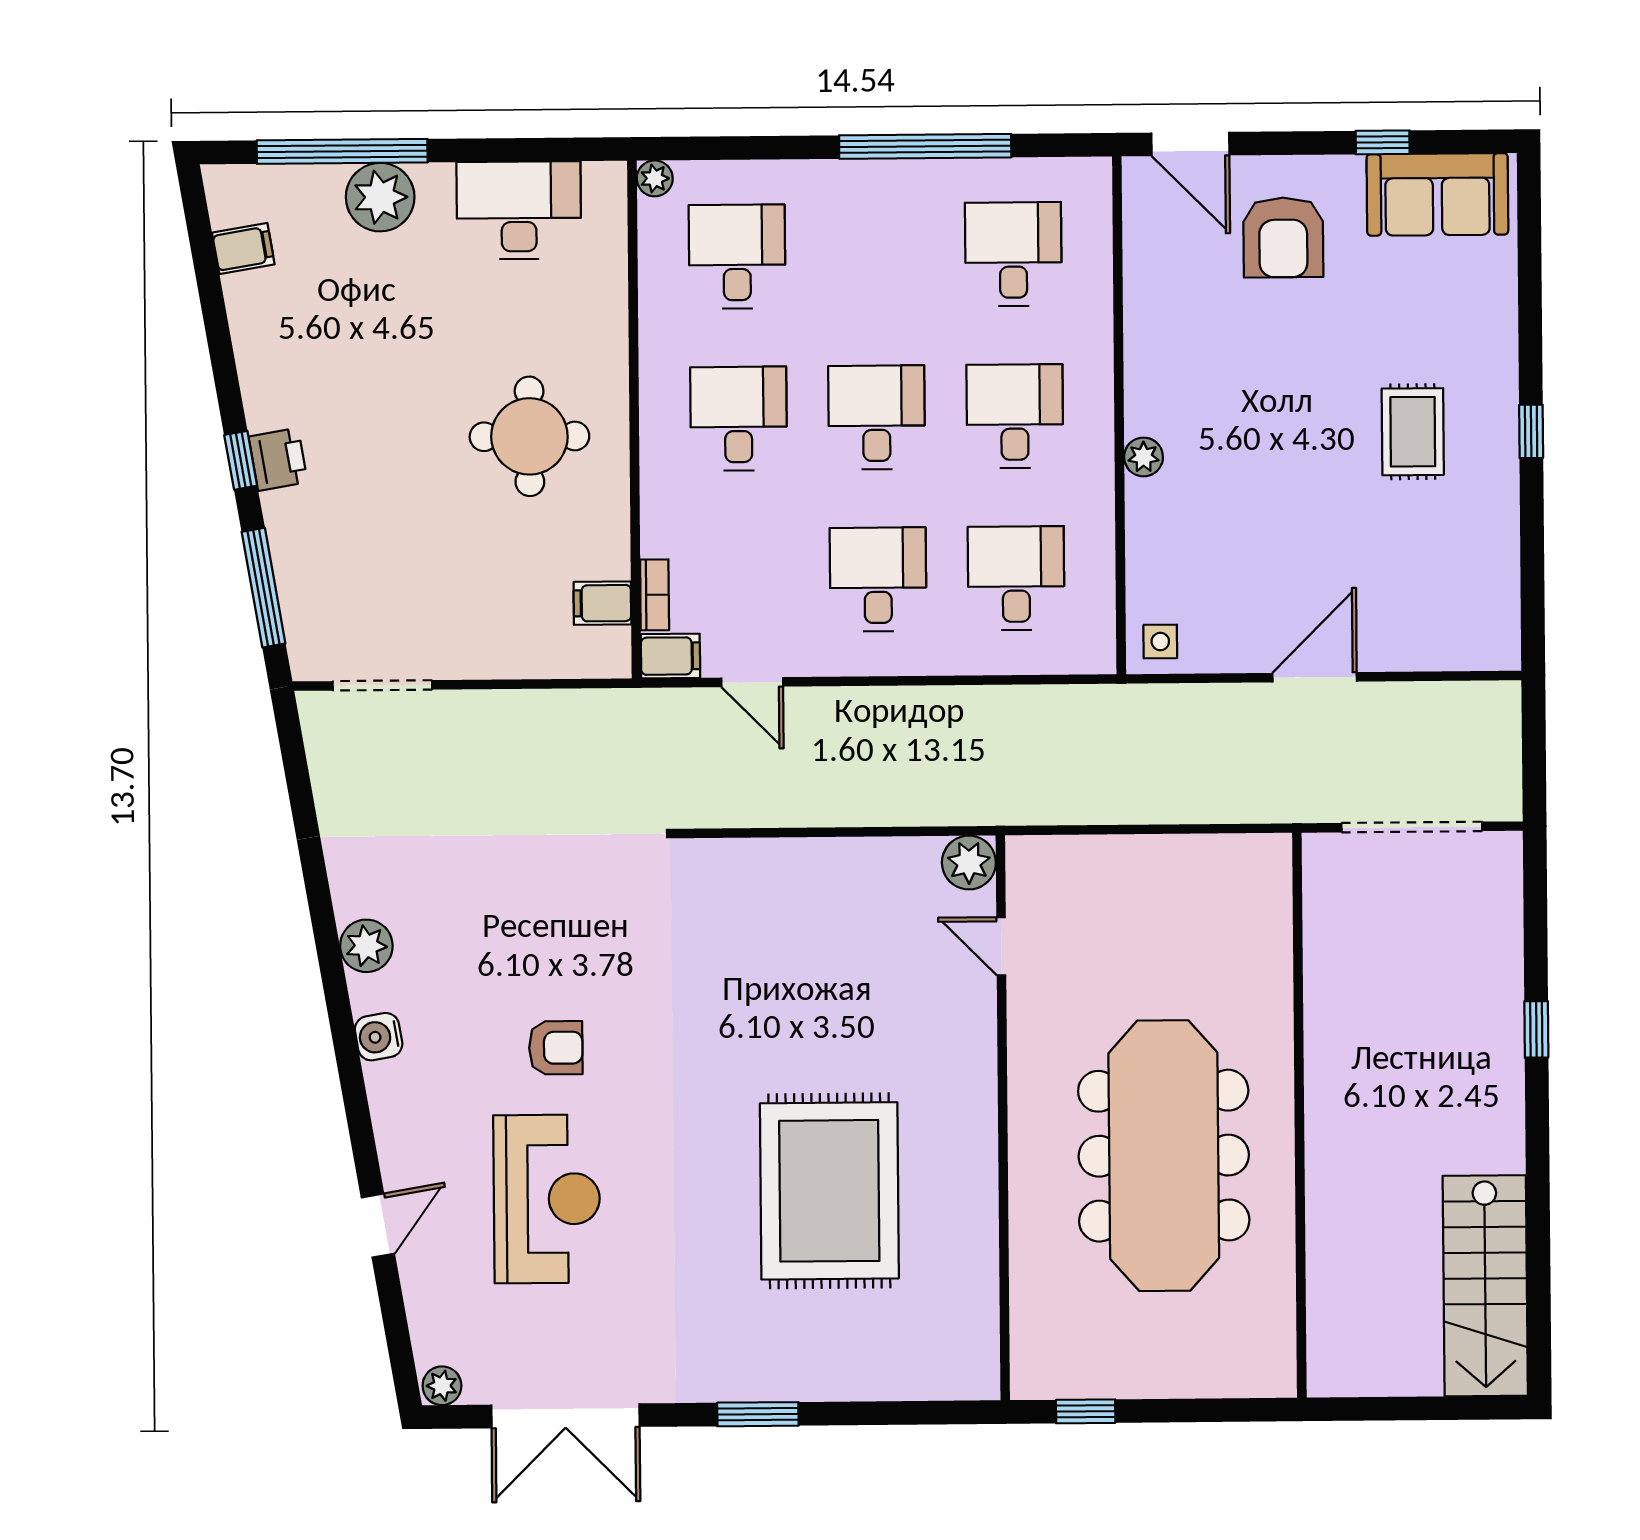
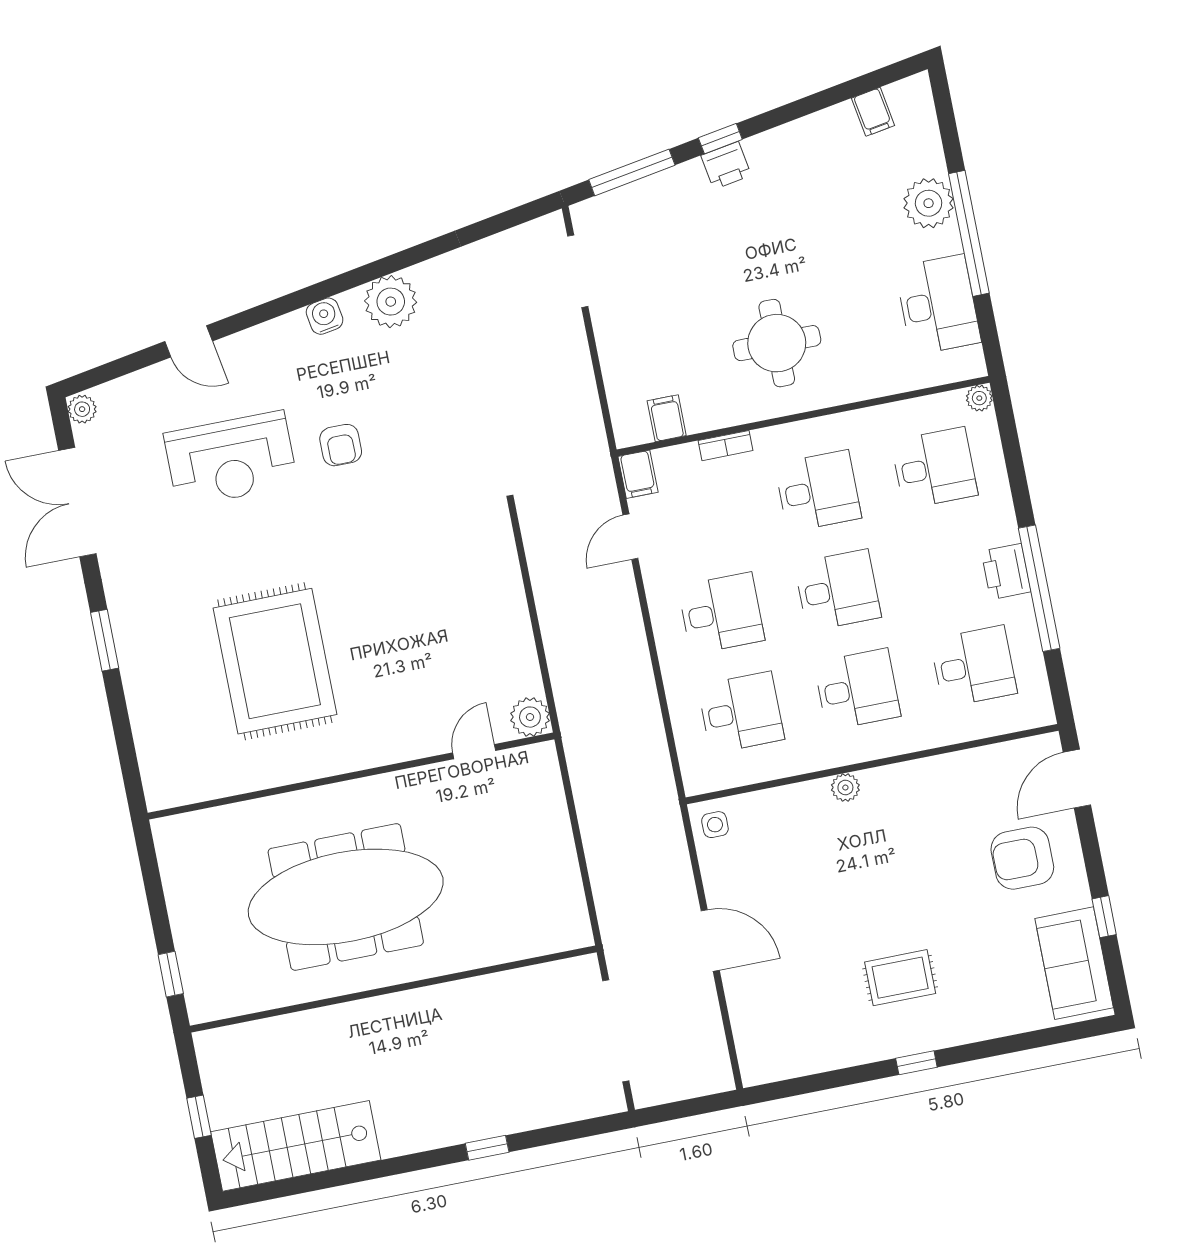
window: (342, 151) -> (969, 233), moved
printer: (894, 186) -> (1006, 571), added
bookcase: (655, 595) -> (726, 446), moved
plant: (366, 946) -> (391, 302), width x1.36, depth x1.36
rug: (829, 1191) -> (275, 661), turned 90
window: (1422, 1408) -> (199, 1117), added
window: (1086, 1411) -> (171, 974), moved

